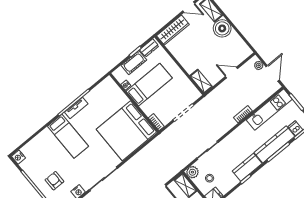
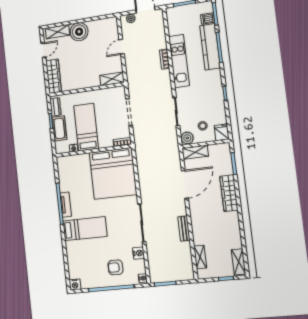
kitchen unit: (269, 110) -> (179, 61), moved
kitchen counter: (247, 167) -> (215, 85), removed

